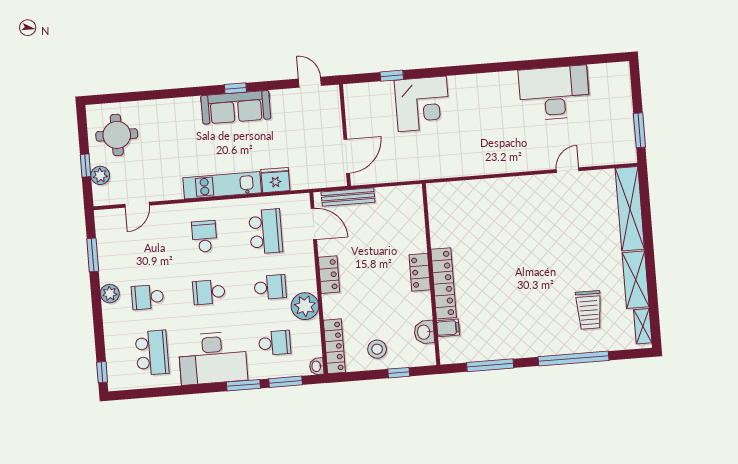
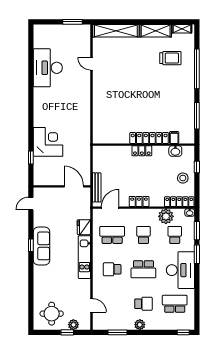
school desk: (209, 292) -> (143, 269), width x1.85
school desk: (148, 297) -> (143, 304), turned -90
plant: (305, 306) -> (166, 216), moved

